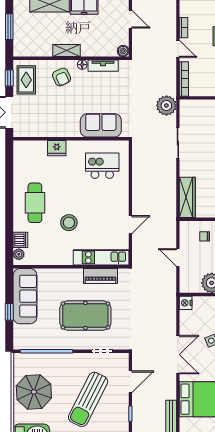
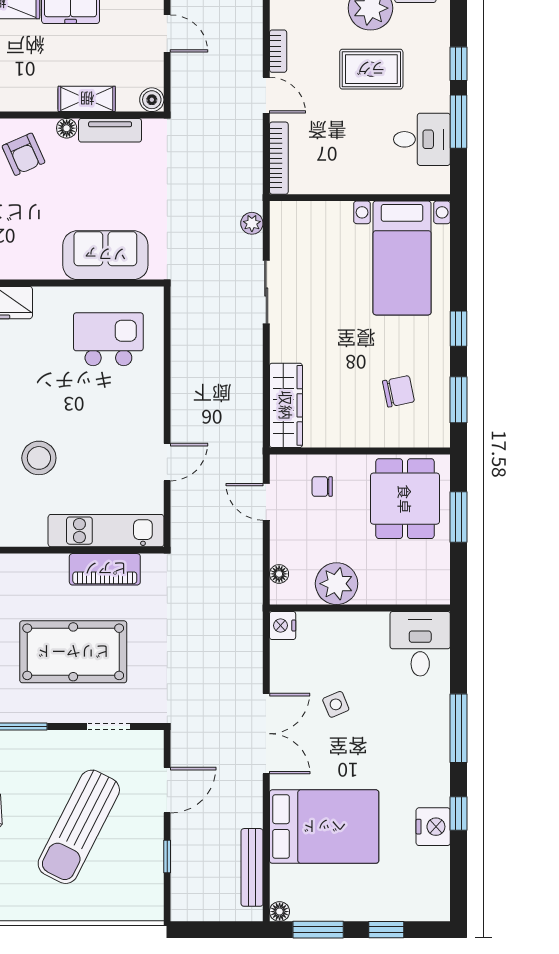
shelving: (67, 51) -> (87, 99), moved
plant: (166, 106) -> (252, 223), width x0.53, depth x0.53
door: (178, 258) -> (266, 502), moved
floor lamp: (184, 278) -> (279, 574), added

